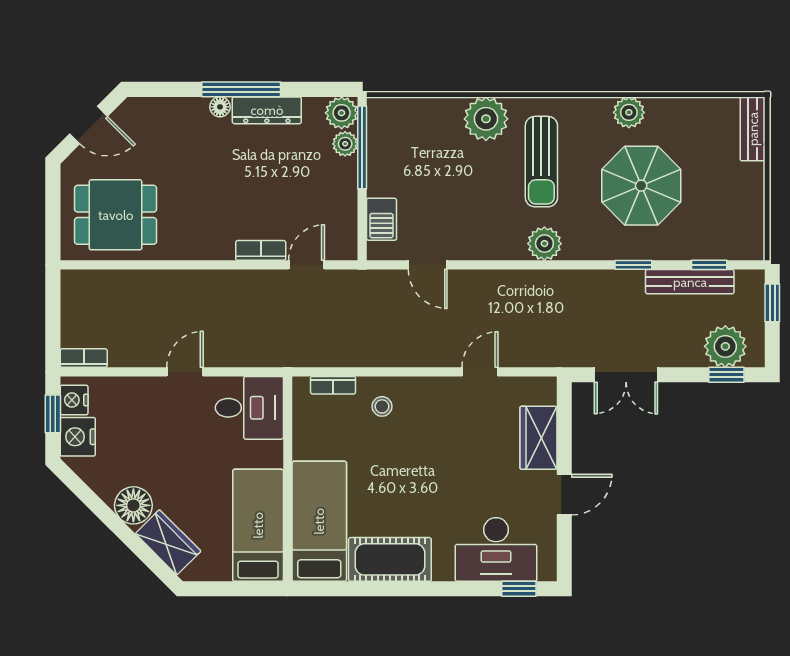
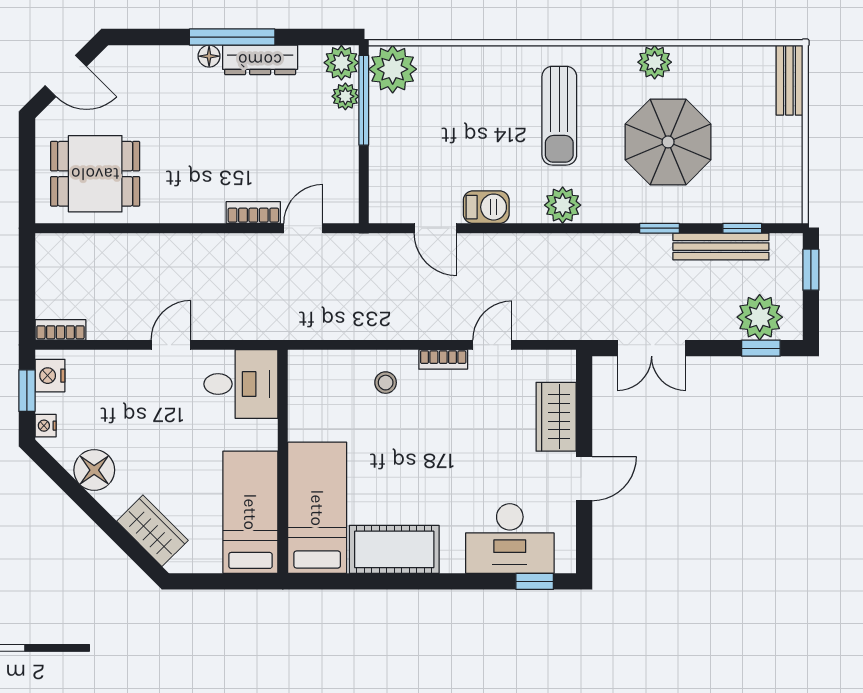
plant: (486, 119) -> (393, 69), moved
barbecue: (381, 219) -> (486, 207), moved, turned -90
bookcase: (333, 385) -> (443, 359), moved
nightstand: (78, 437) -> (46, 426), width x0.53, depth x0.56
floor lamp: (133, 505) -> (94, 470), moved

